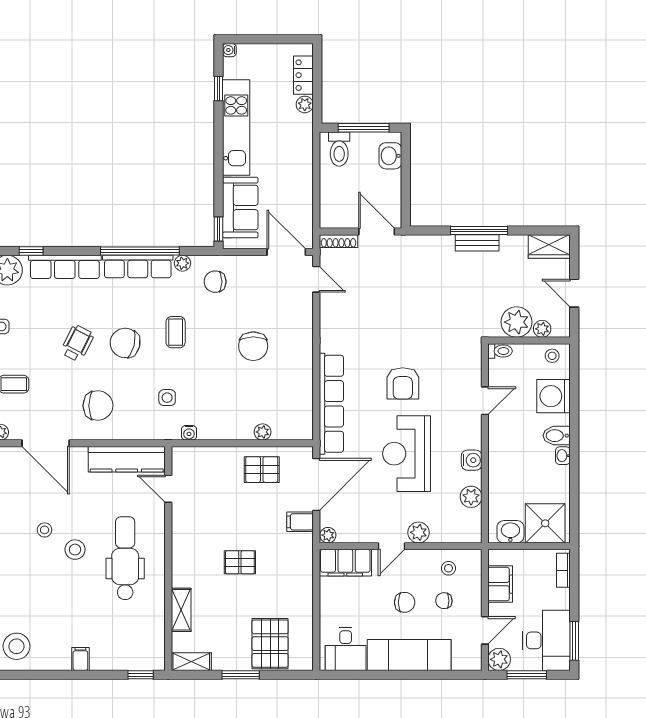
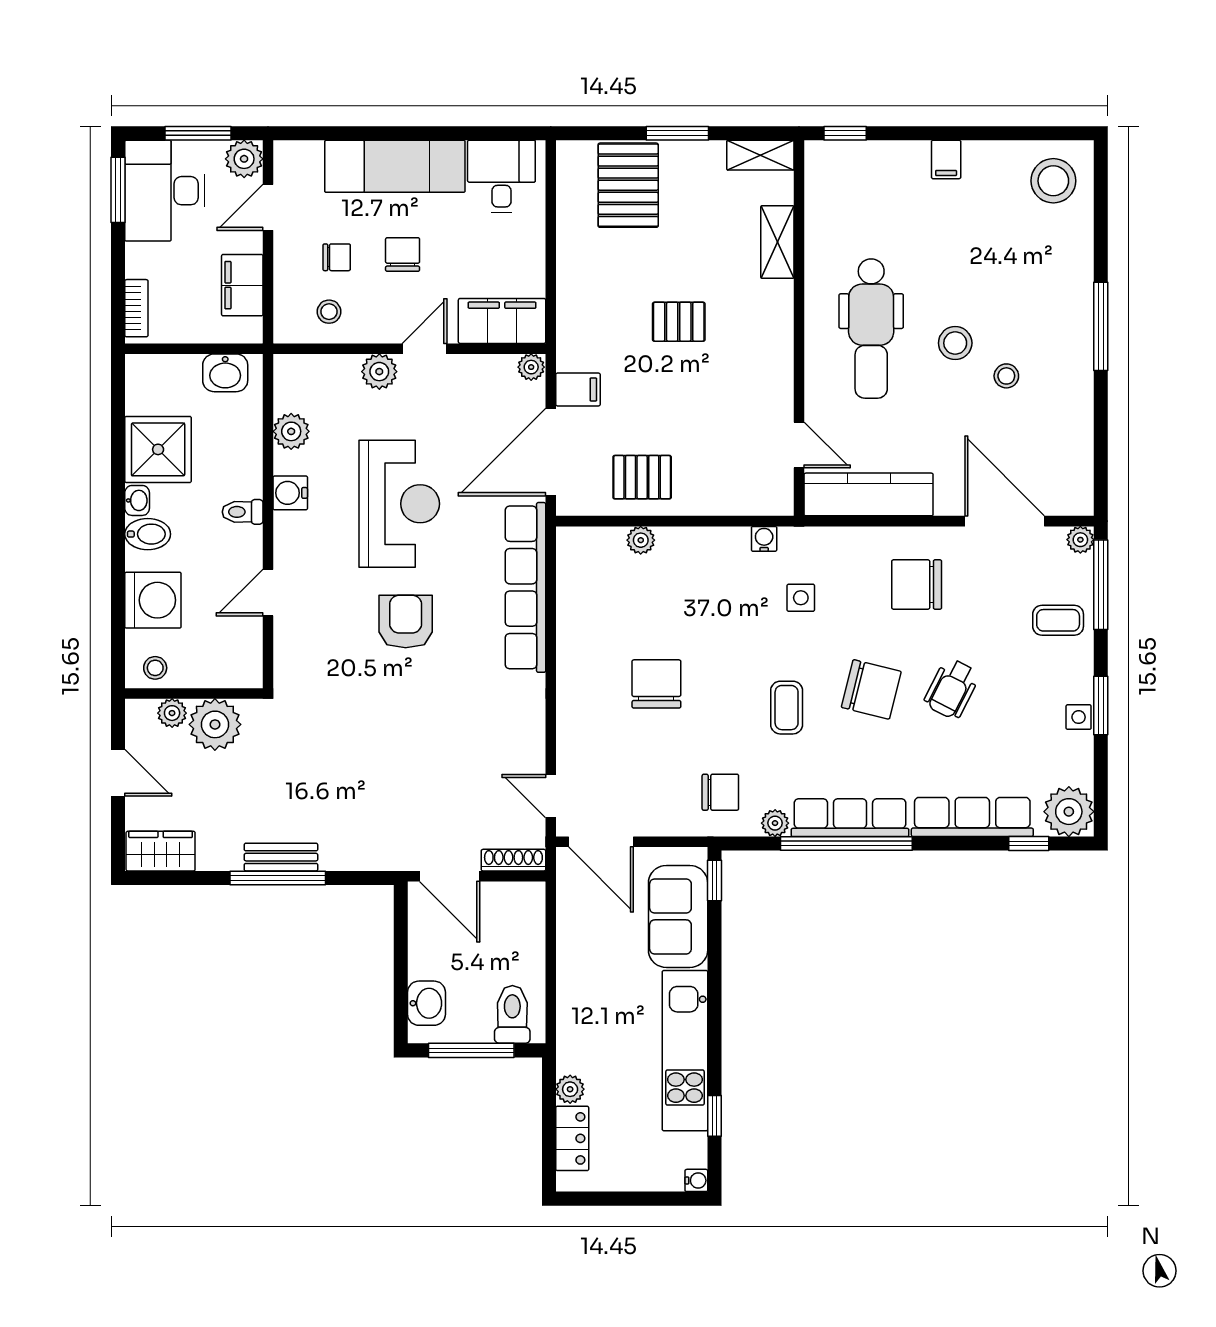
toilet: (500, 351) -> (243, 512), moved
shower: (545, 523) -> (158, 449), moved
chair: (405, 602) -> (403, 254), turned 90

